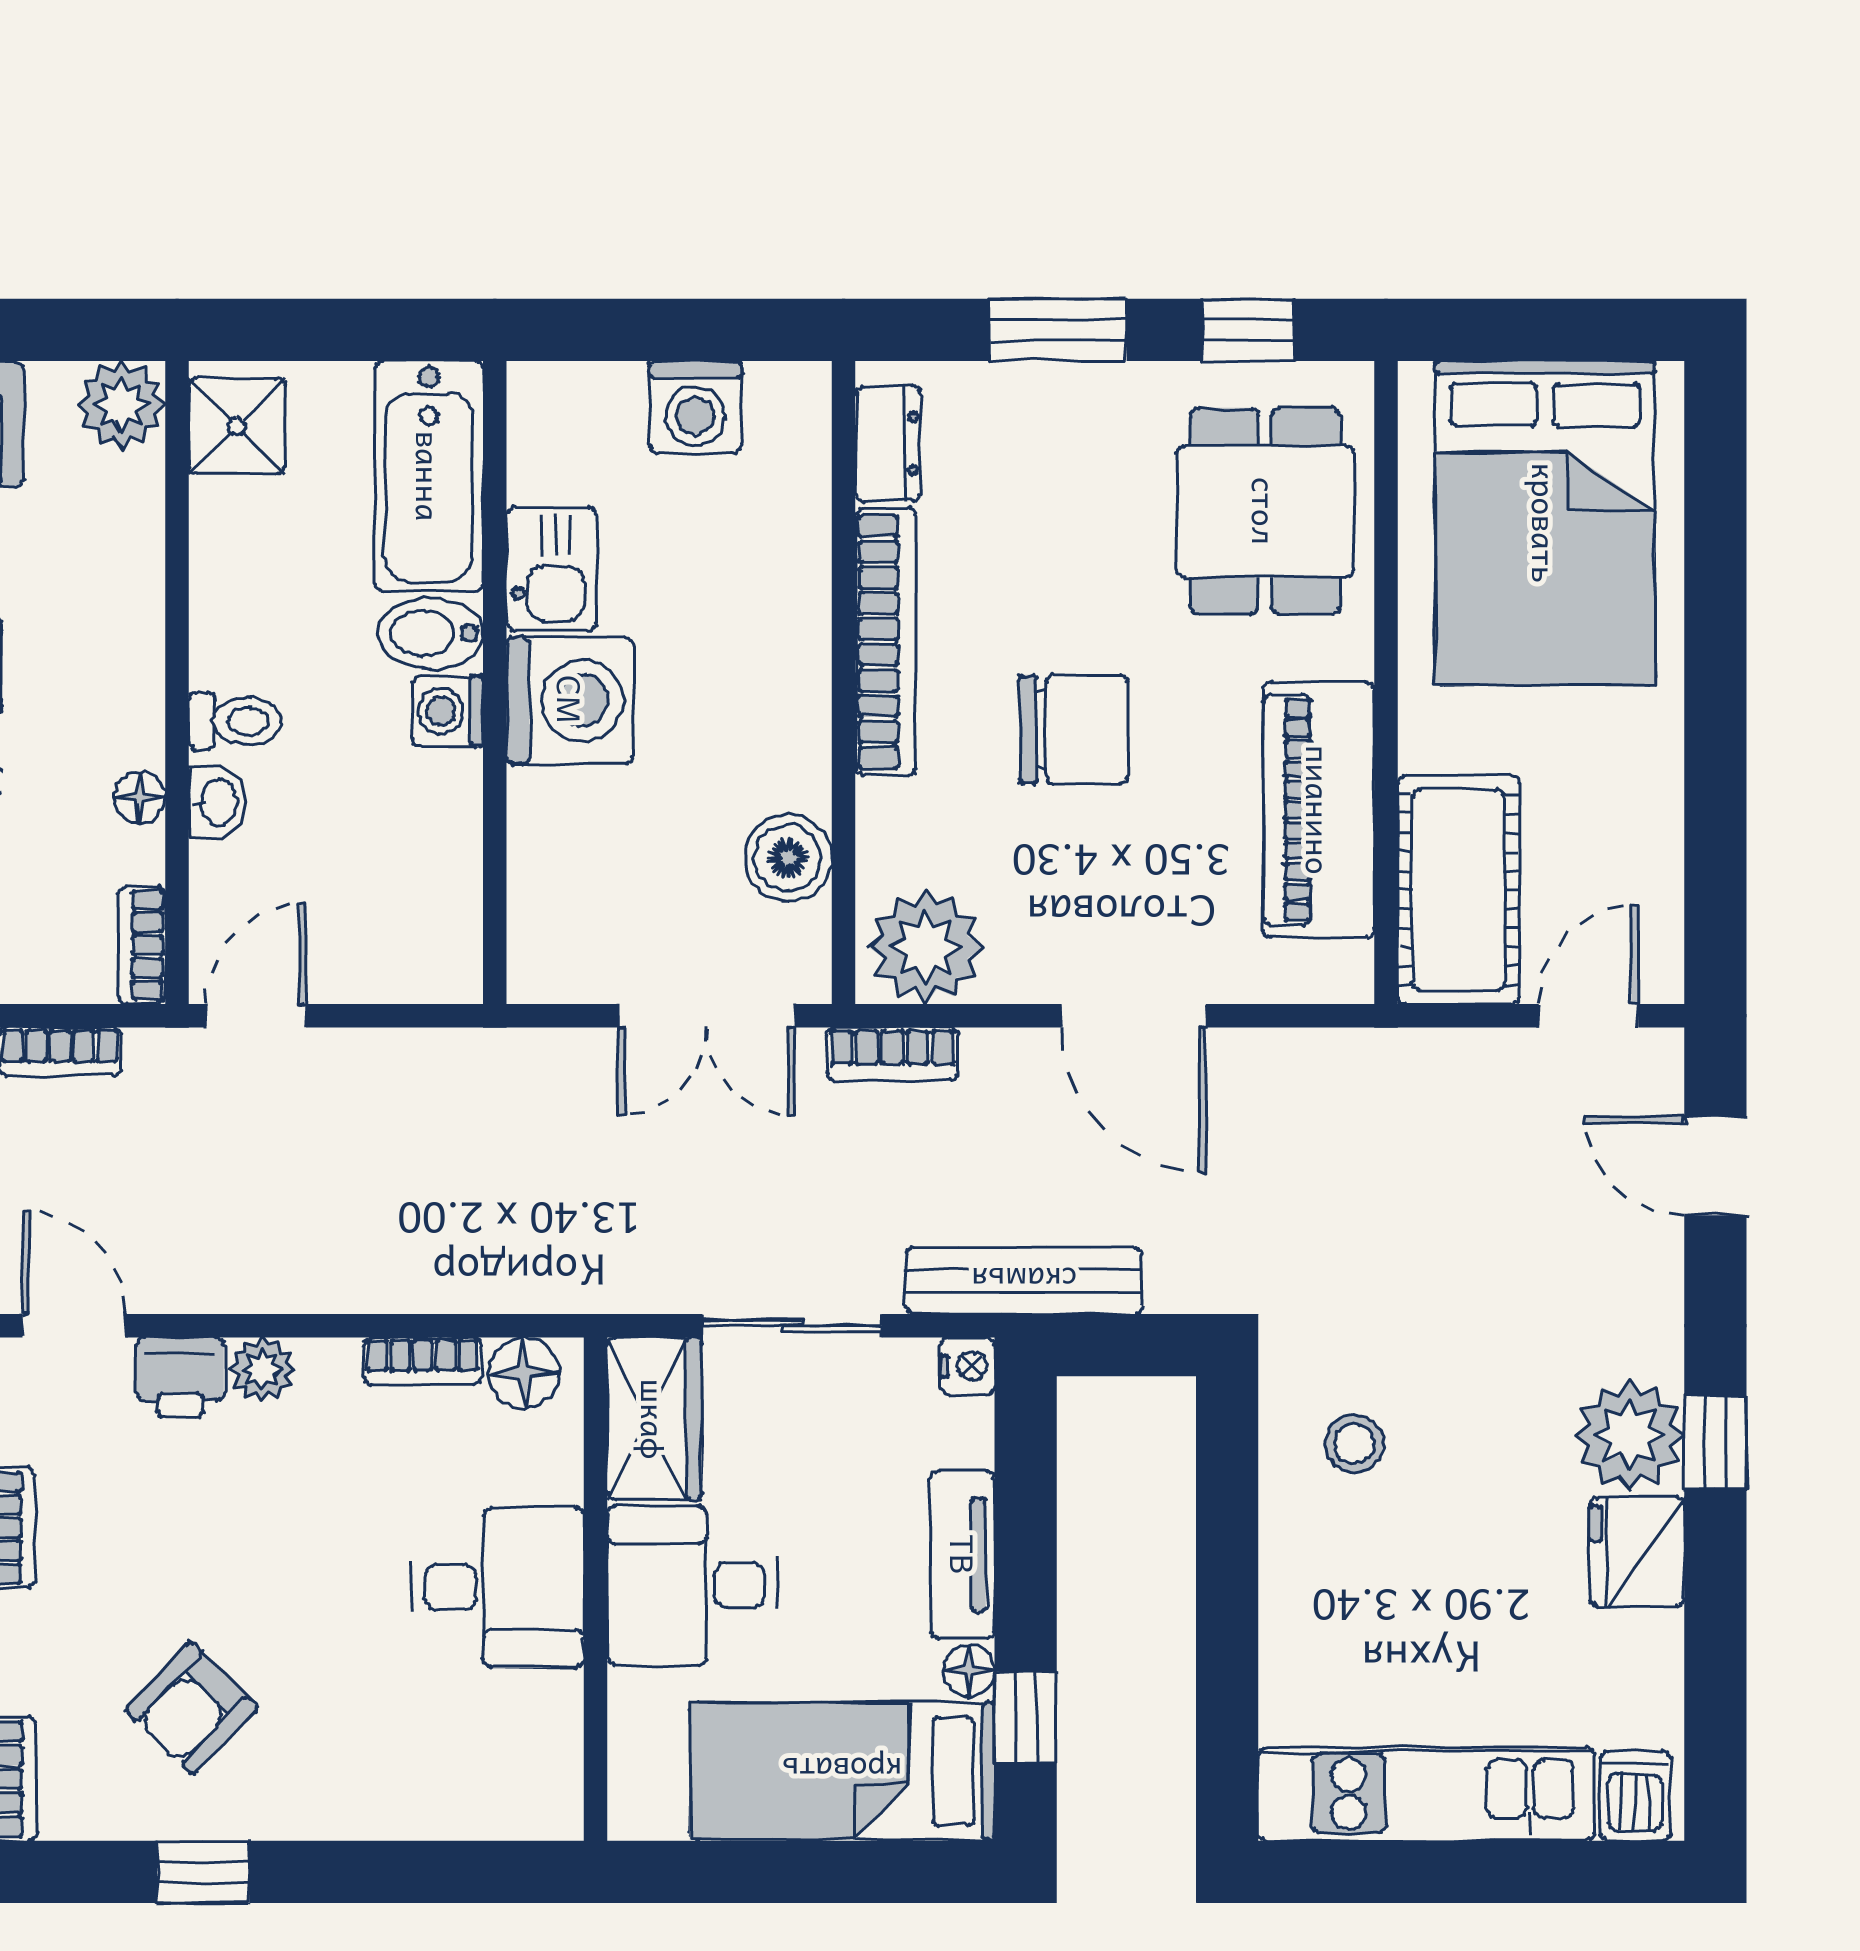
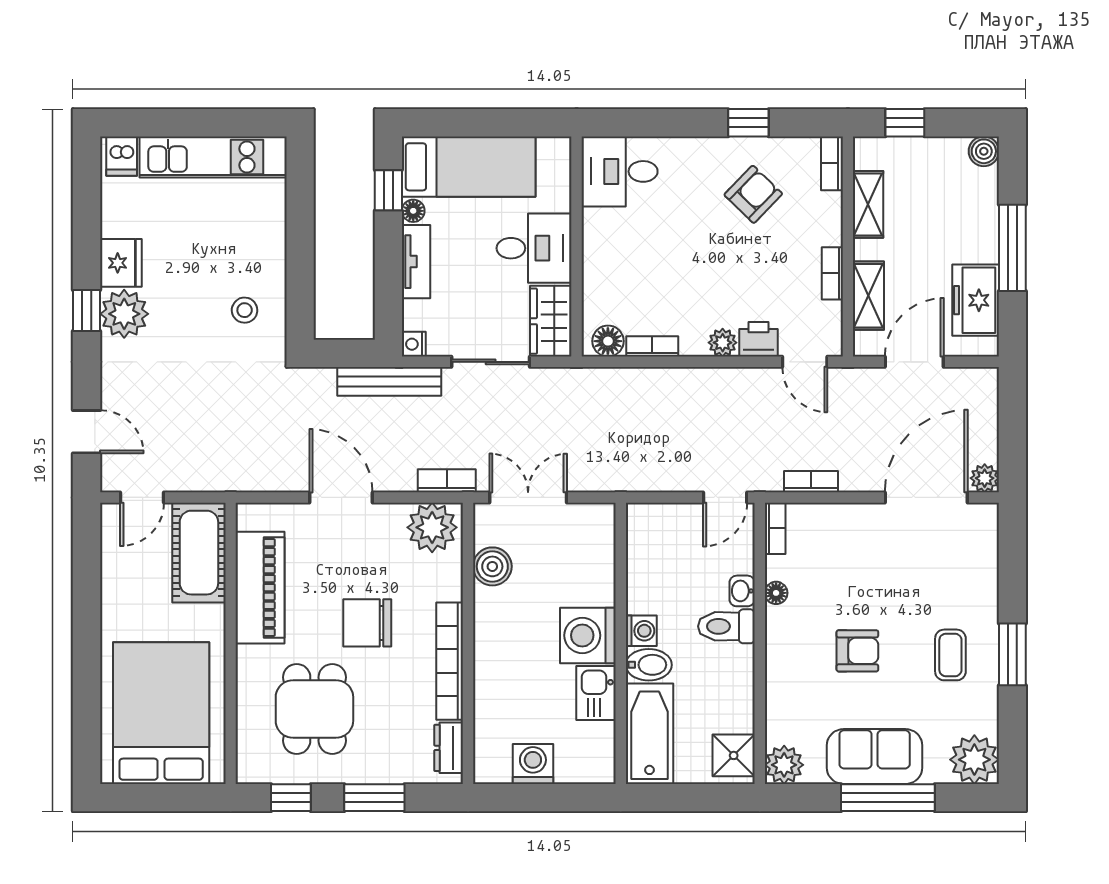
dining table: (1265, 511) -> (314, 709), moved
toilet: (235, 721) -> (726, 626), width x1.37, depth x1.39
desk: (497, 1587) -> (620, 171), moved

